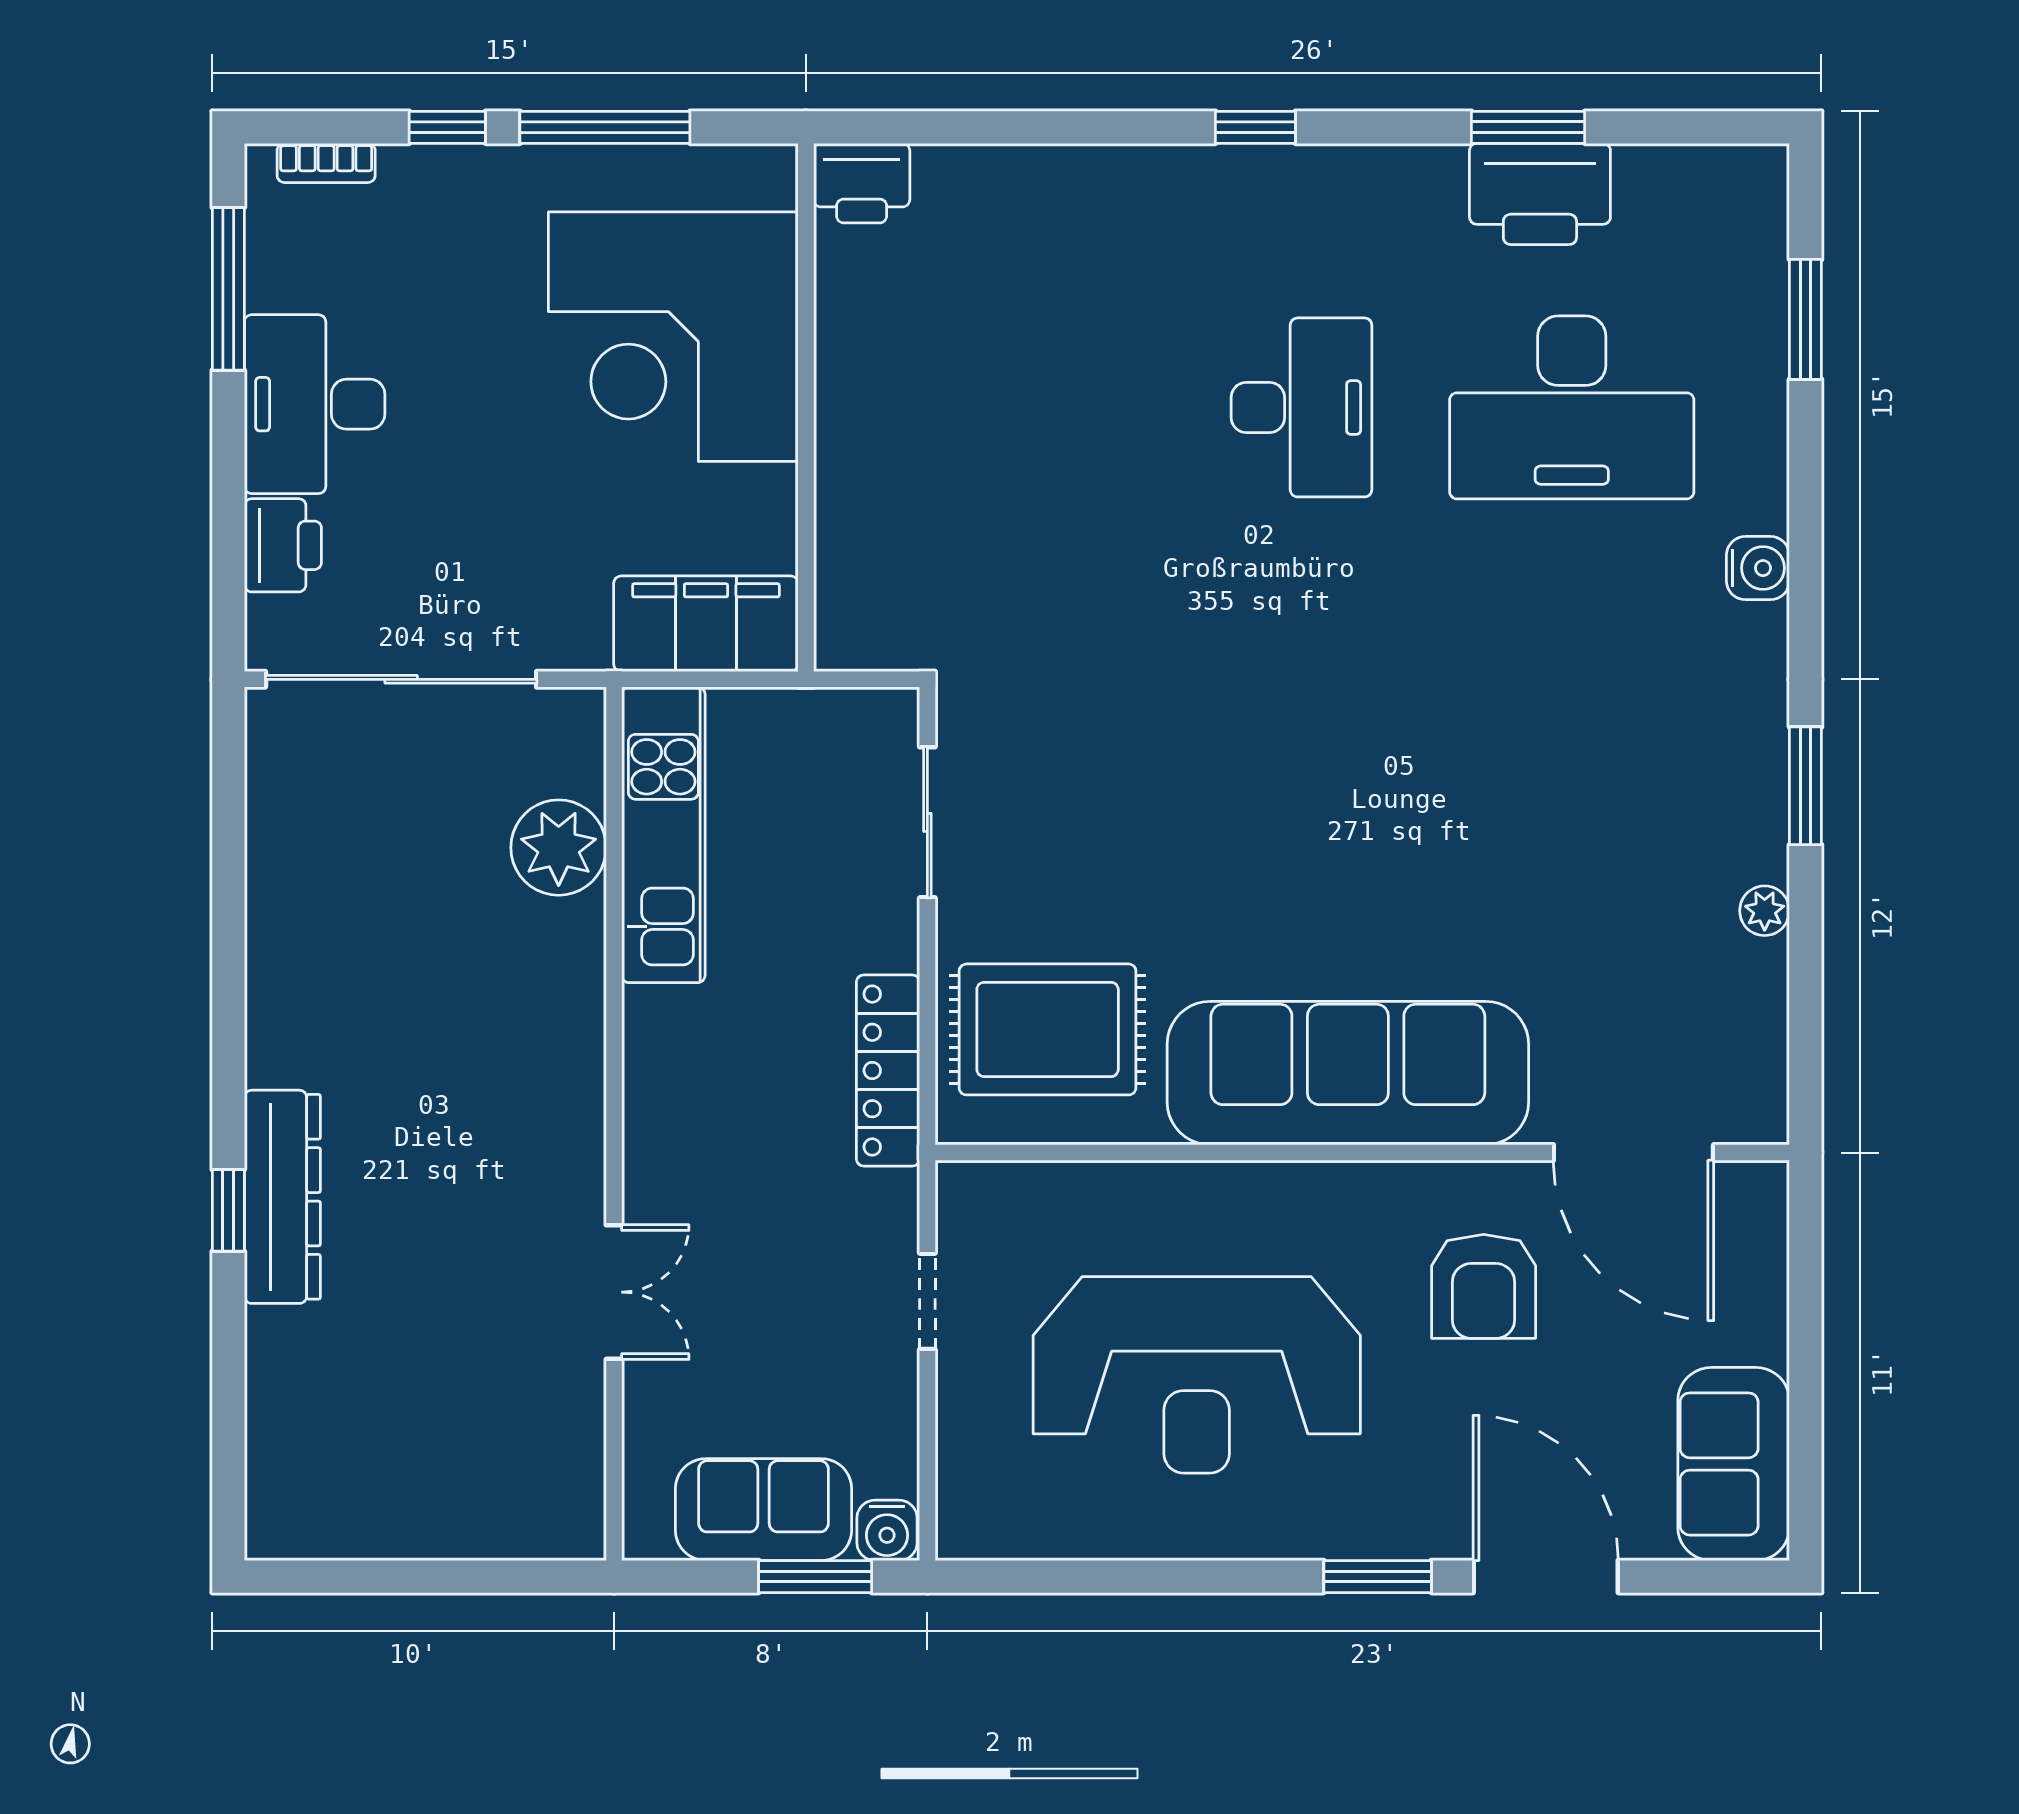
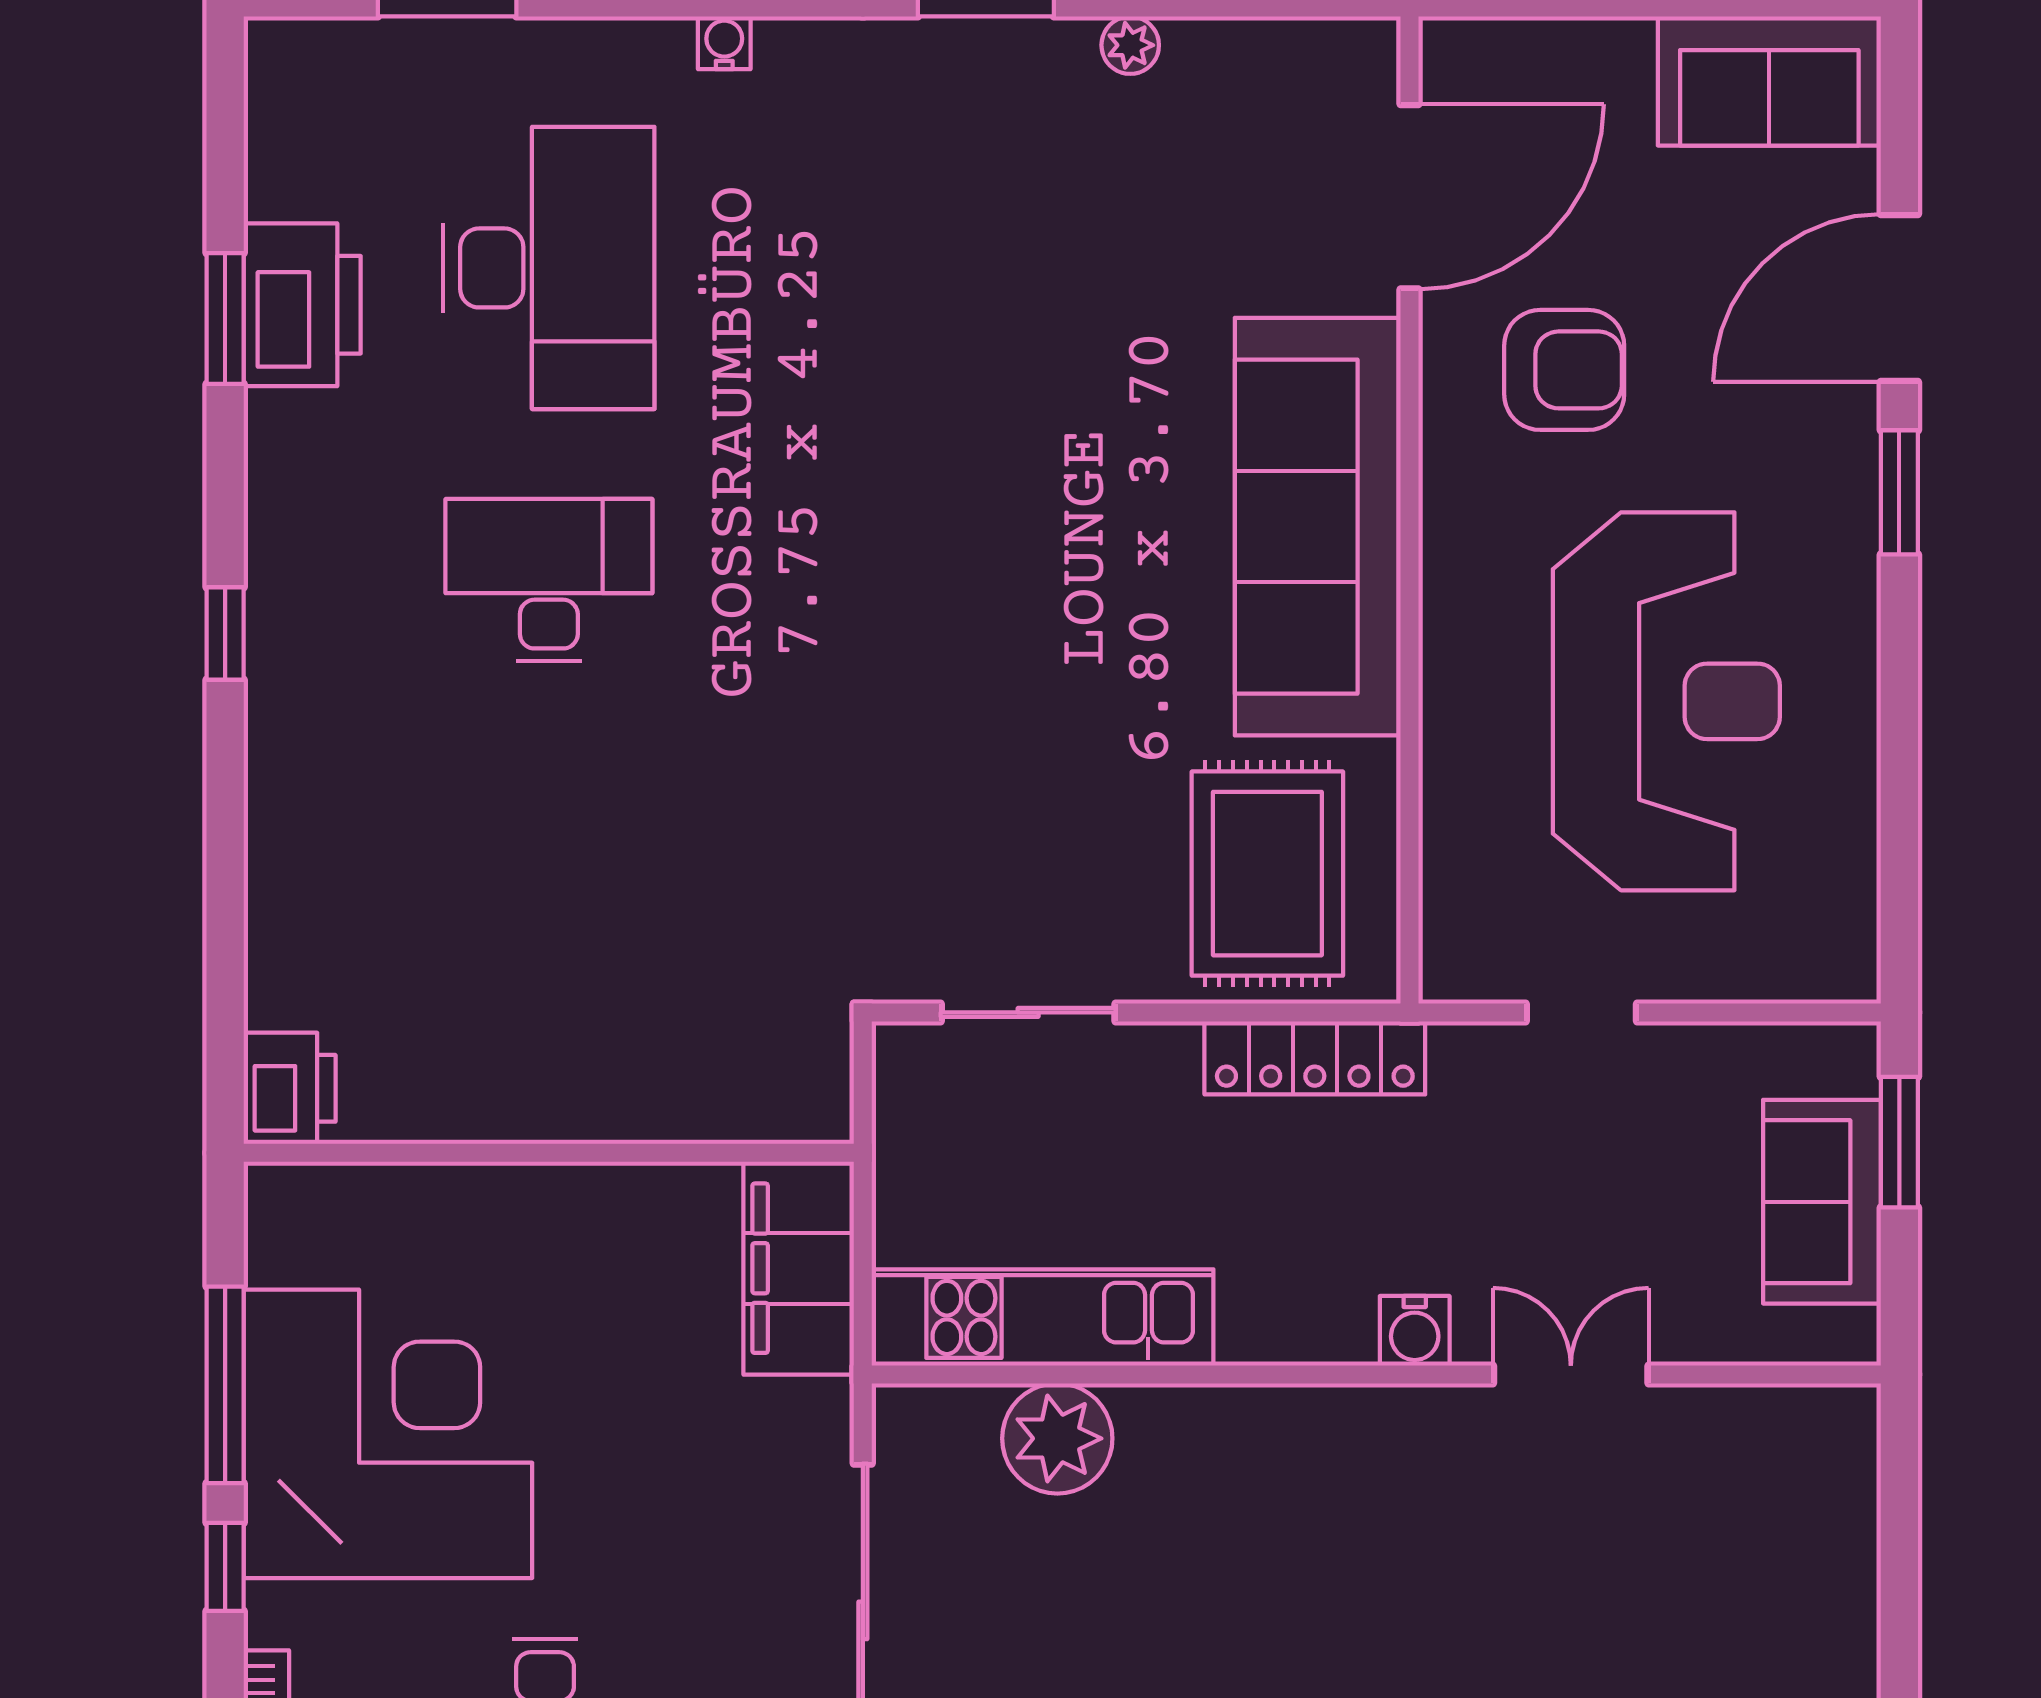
corner desk: (673, 337) -> (388, 1434), moved, turned -90
water cooler: (1758, 568) -> (724, 43), width x0.72, depth x0.72
water cooler: (887, 1530) -> (1415, 1331), moved, turned 90

